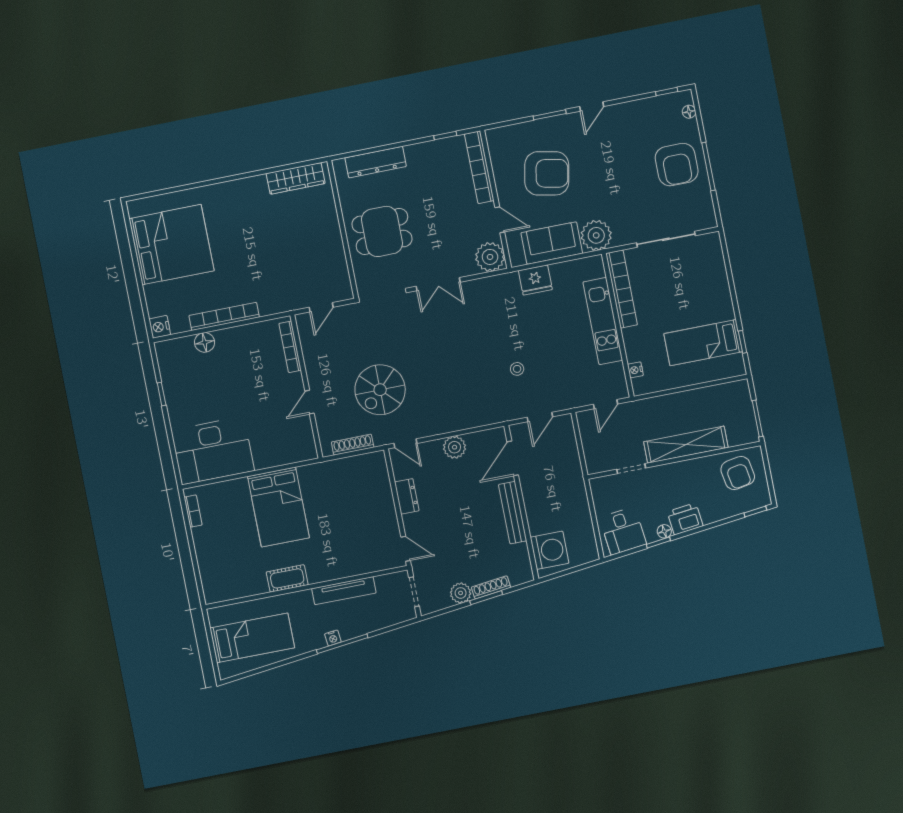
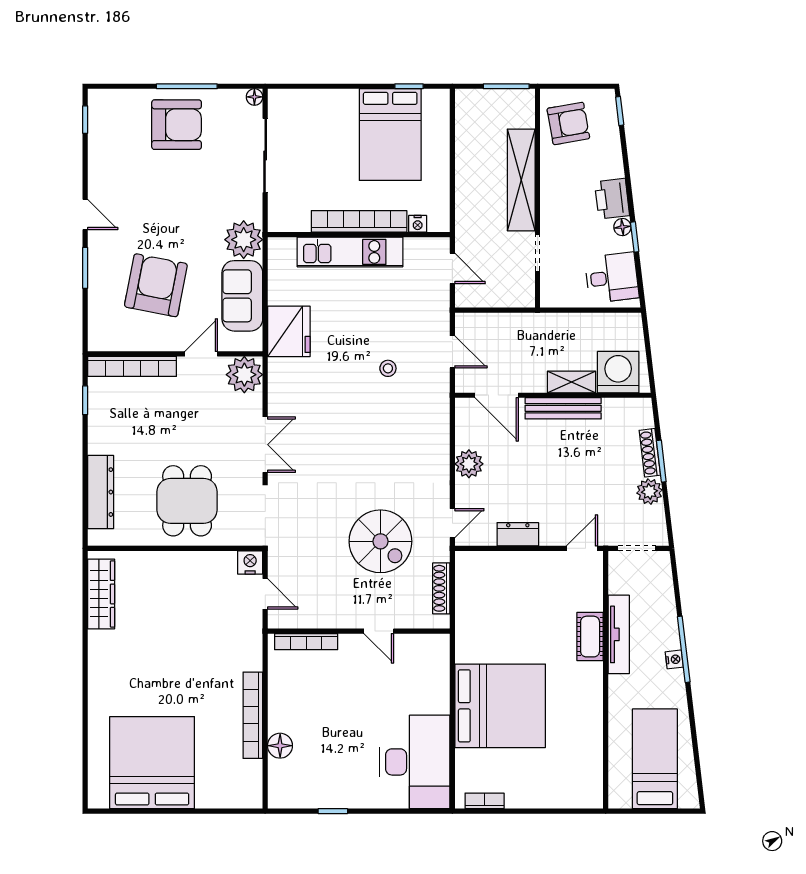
floor lamp: (689, 112) -> (254, 97), moved
fridge: (535, 280) -> (289, 331), width x1.36, depth x1.34
bookcase: (622, 289) -> (359, 221), moved
nightstand: (160, 327) -> (250, 562), moved, turned 180
bed: (703, 343) -> (390, 135), width x1.50
bed: (278, 507) -> (500, 706), width x1.36
shelving: (535, 515) -> (572, 382), added
cot: (287, 578) -> (590, 637), moved

